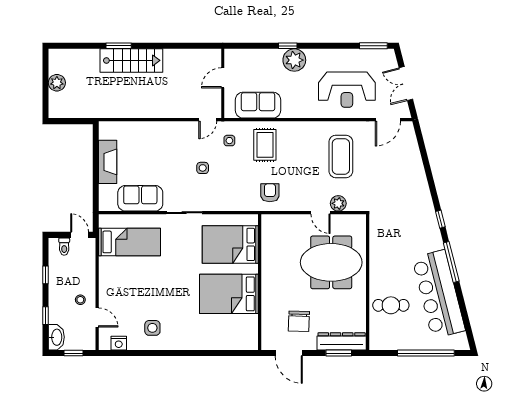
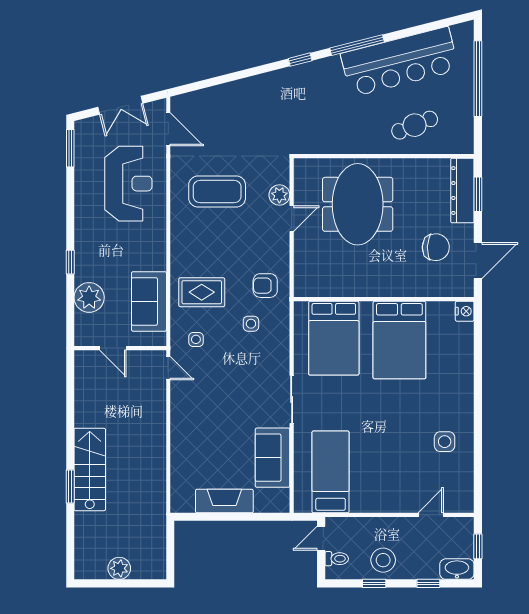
plant: (294, 60) -> (89, 297), moved
side table: (203, 168) -> (251, 324), moved
stool: (80, 300) -> (383, 560), moved, width x1.89, depth x1.89
cafe table: (391, 305) -> (415, 125), turned 68
nightstand: (119, 343) -> (465, 311), moved

